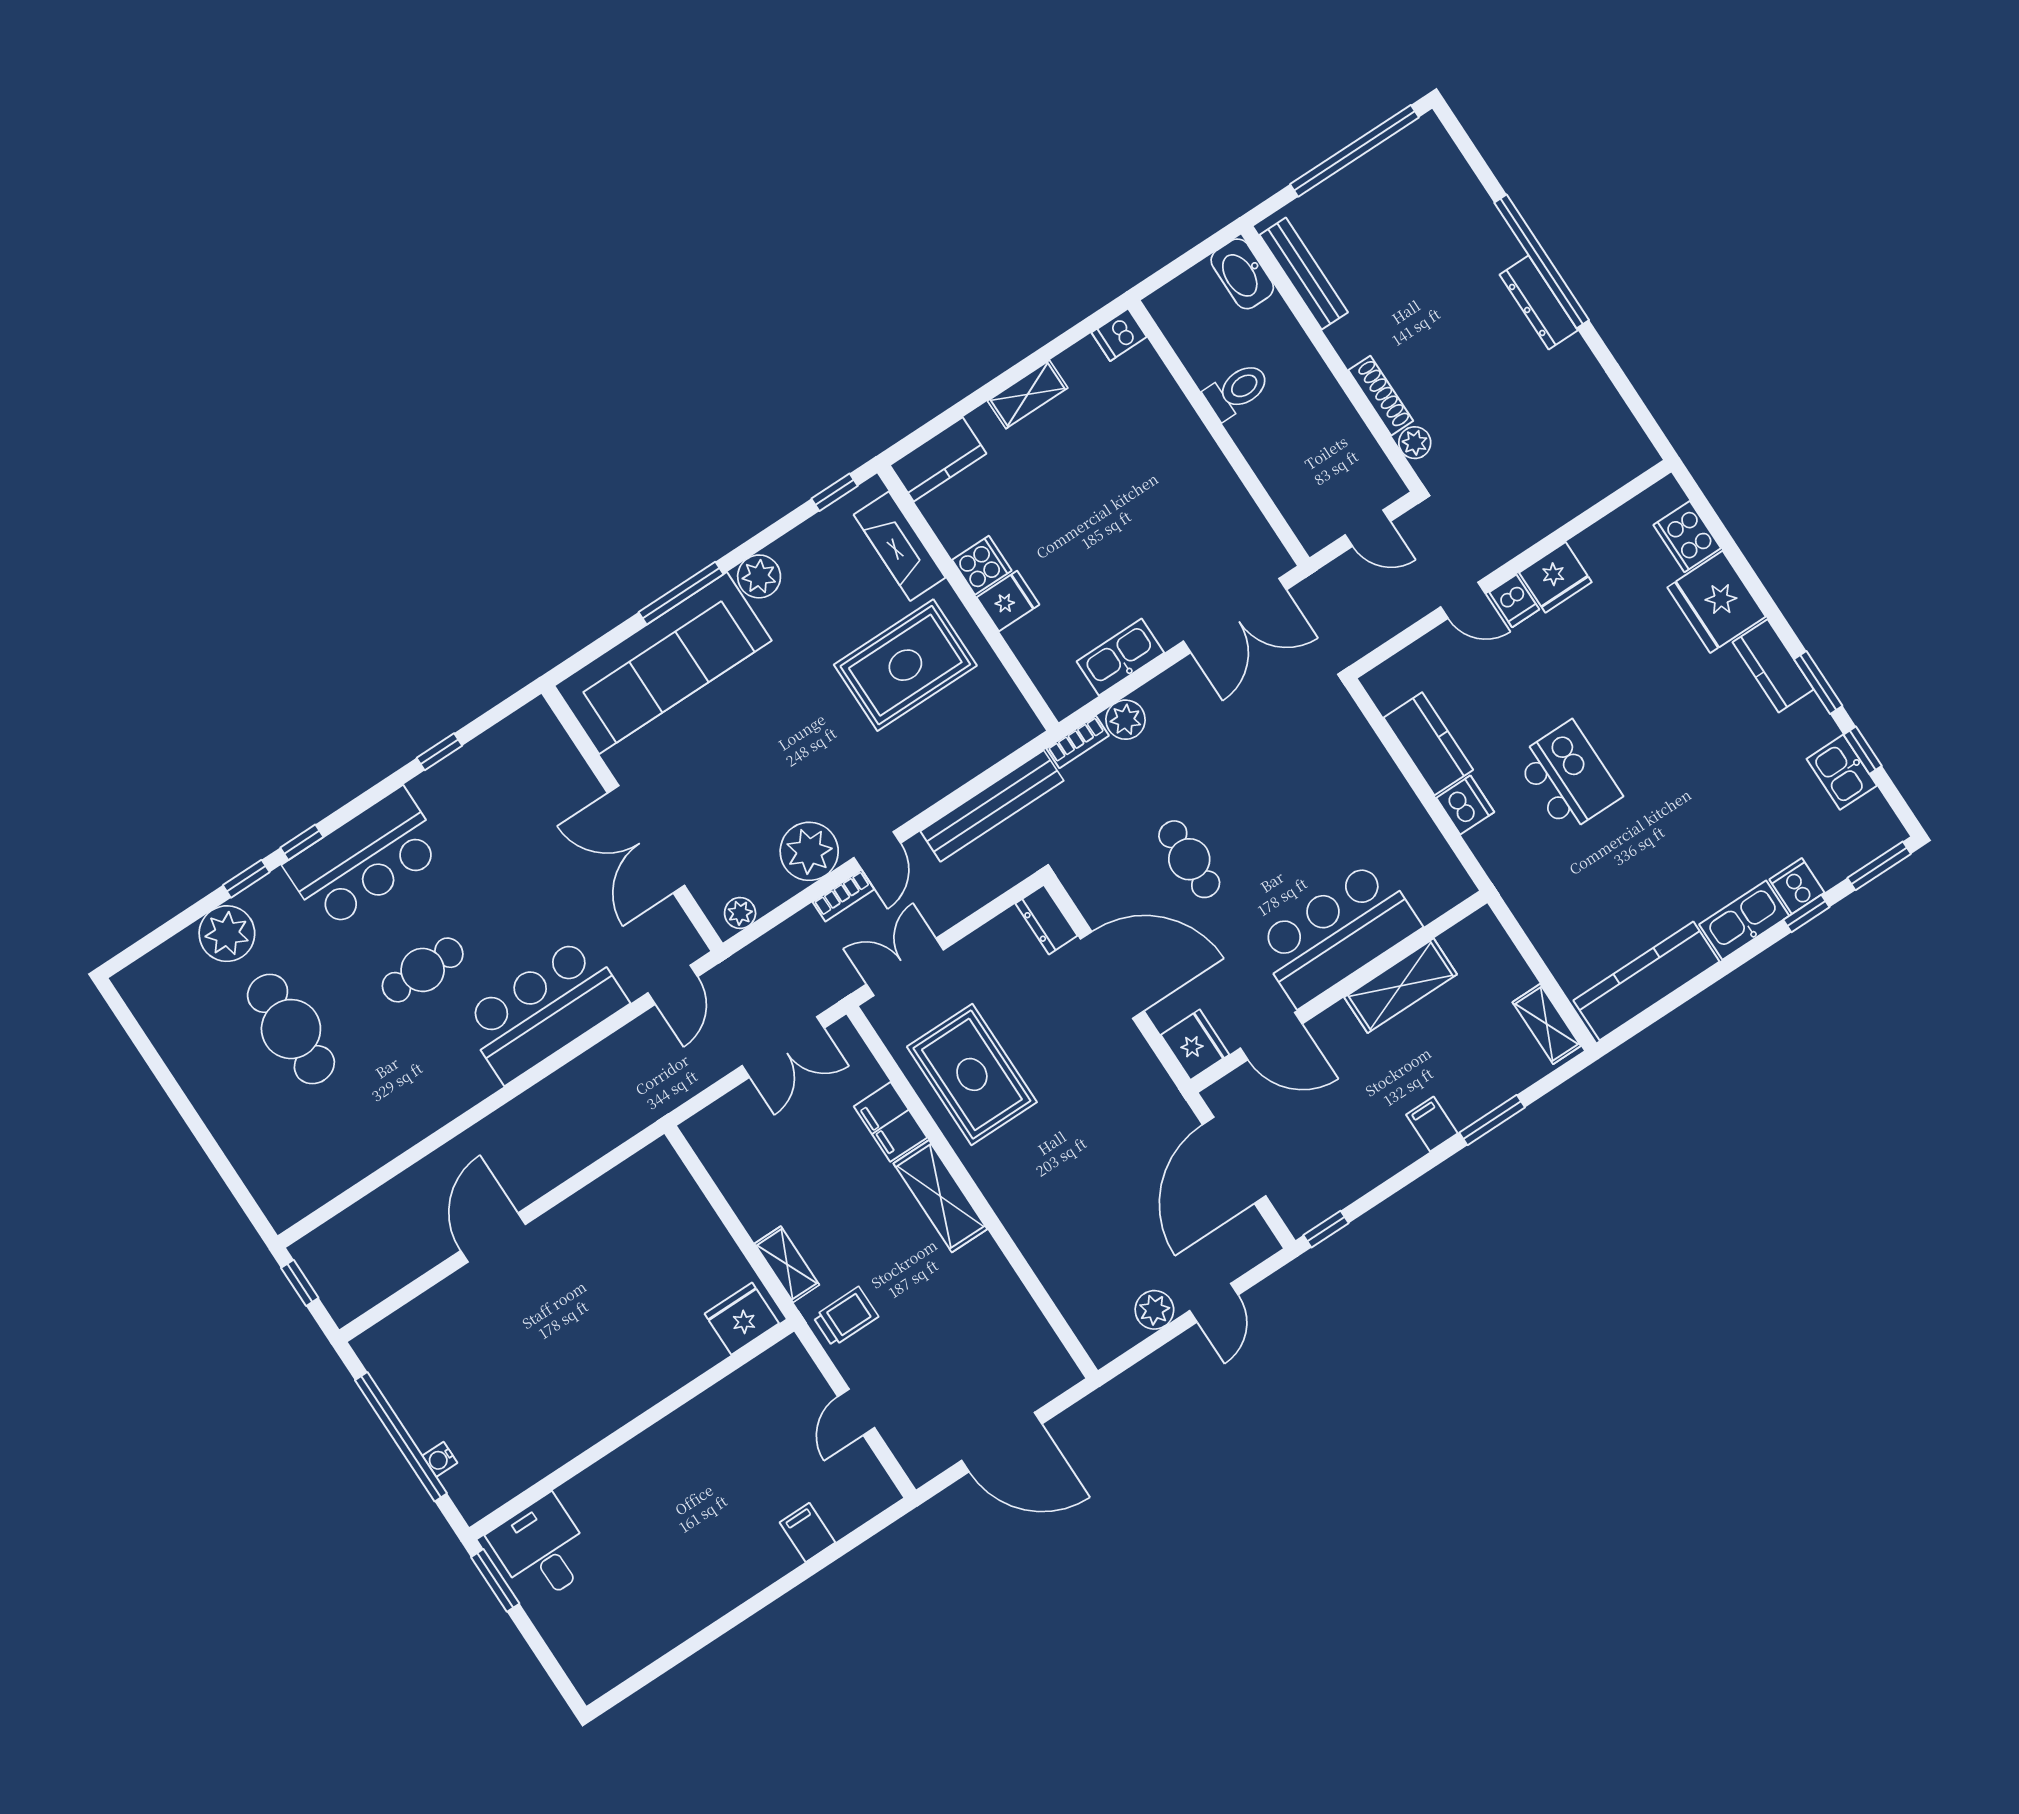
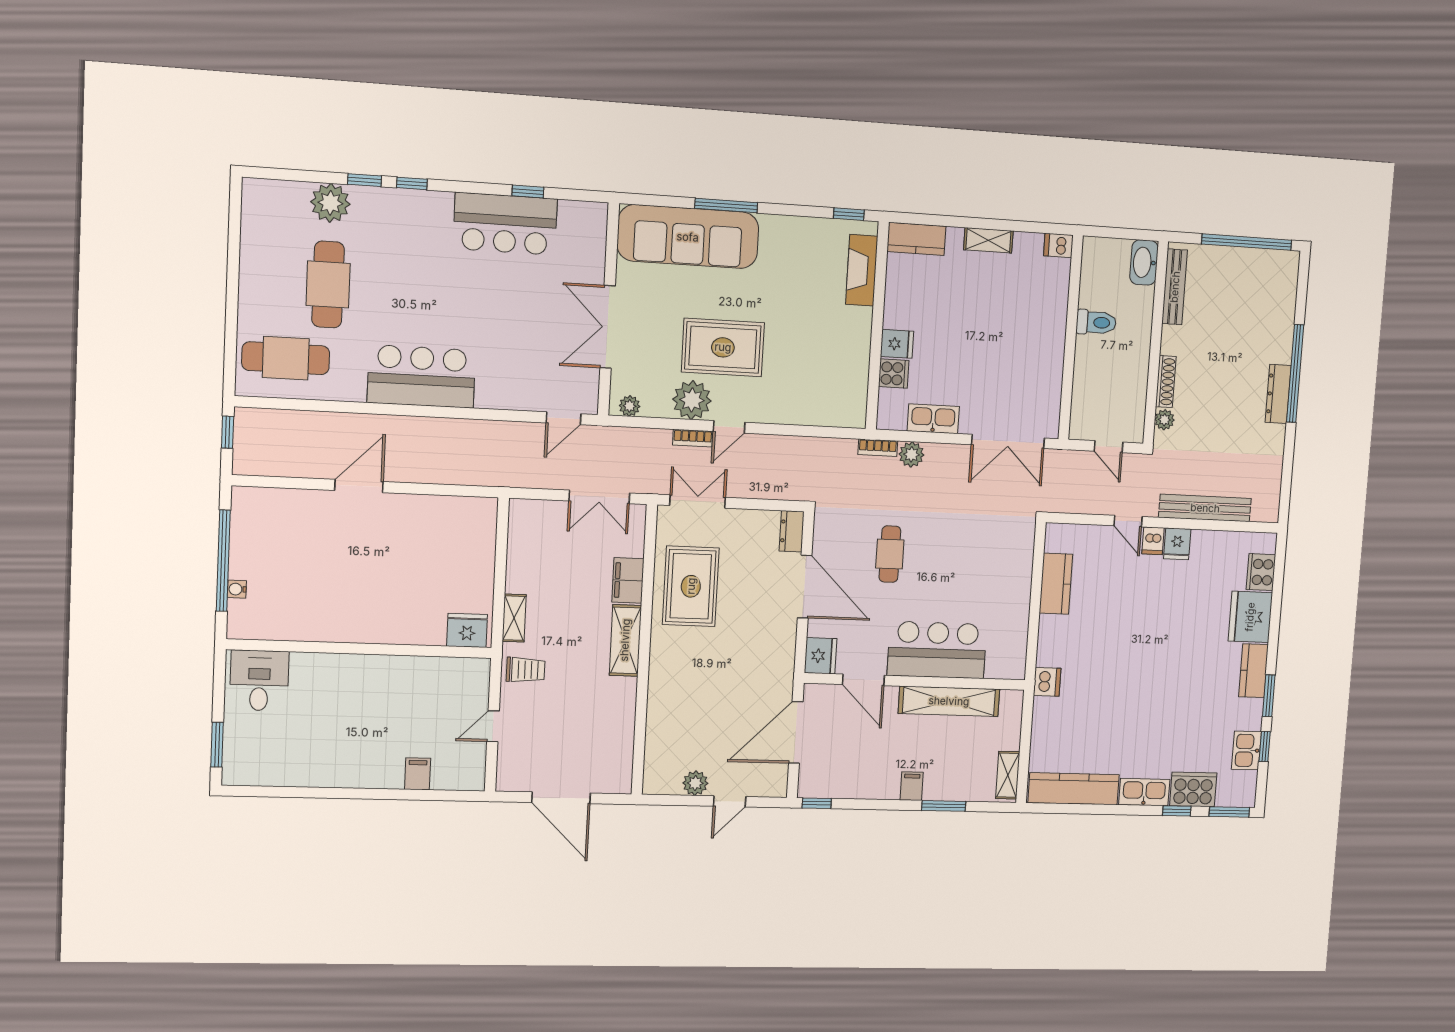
cooker: (982, 565) -> (894, 374), moved
plant: (759, 576) -> (775, 229), removed
fridge: (1555, 577) -> (1177, 544), width x0.72
rug: (905, 665) -> (723, 347), moved
kitchen island: (1568, 777) -> (1112, 653), removed
dishwasher: (1465, 805) -> (1047, 682), moved
bench: (992, 806) -> (1205, 508), moved
bar counter: (364, 859) -> (505, 224), moved
cooker: (1797, 886) -> (1193, 789), width x1.87, depth x1.31
cafe table: (423, 970) -> (286, 358), moved, width x1.37, depth x1.35
shelving: (1401, 986) -> (949, 701), width x1.47
bar counter: (544, 1010) -> (421, 376), moved
window: (495, 1580) -> (217, 745), moved

